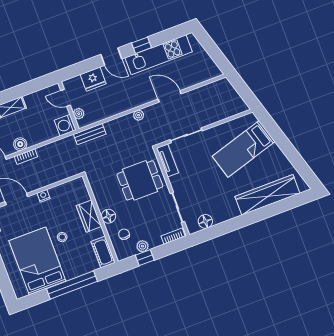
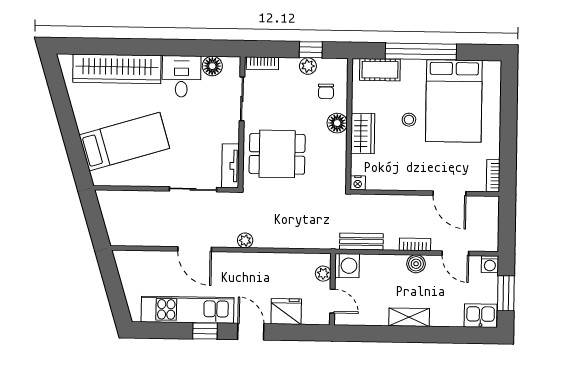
bench: (90, 134) -> (361, 242), moved
nightstand: (44, 196) -> (358, 183), moved
desk: (223, 207) -> (181, 76), added
cot: (103, 252) -> (380, 70), moved, turned 90

